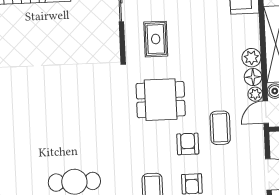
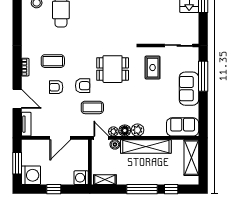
rug: (156, 39) -> (153, 68), turned 90
dining table: (161, 100) -> (113, 69), turned 90

